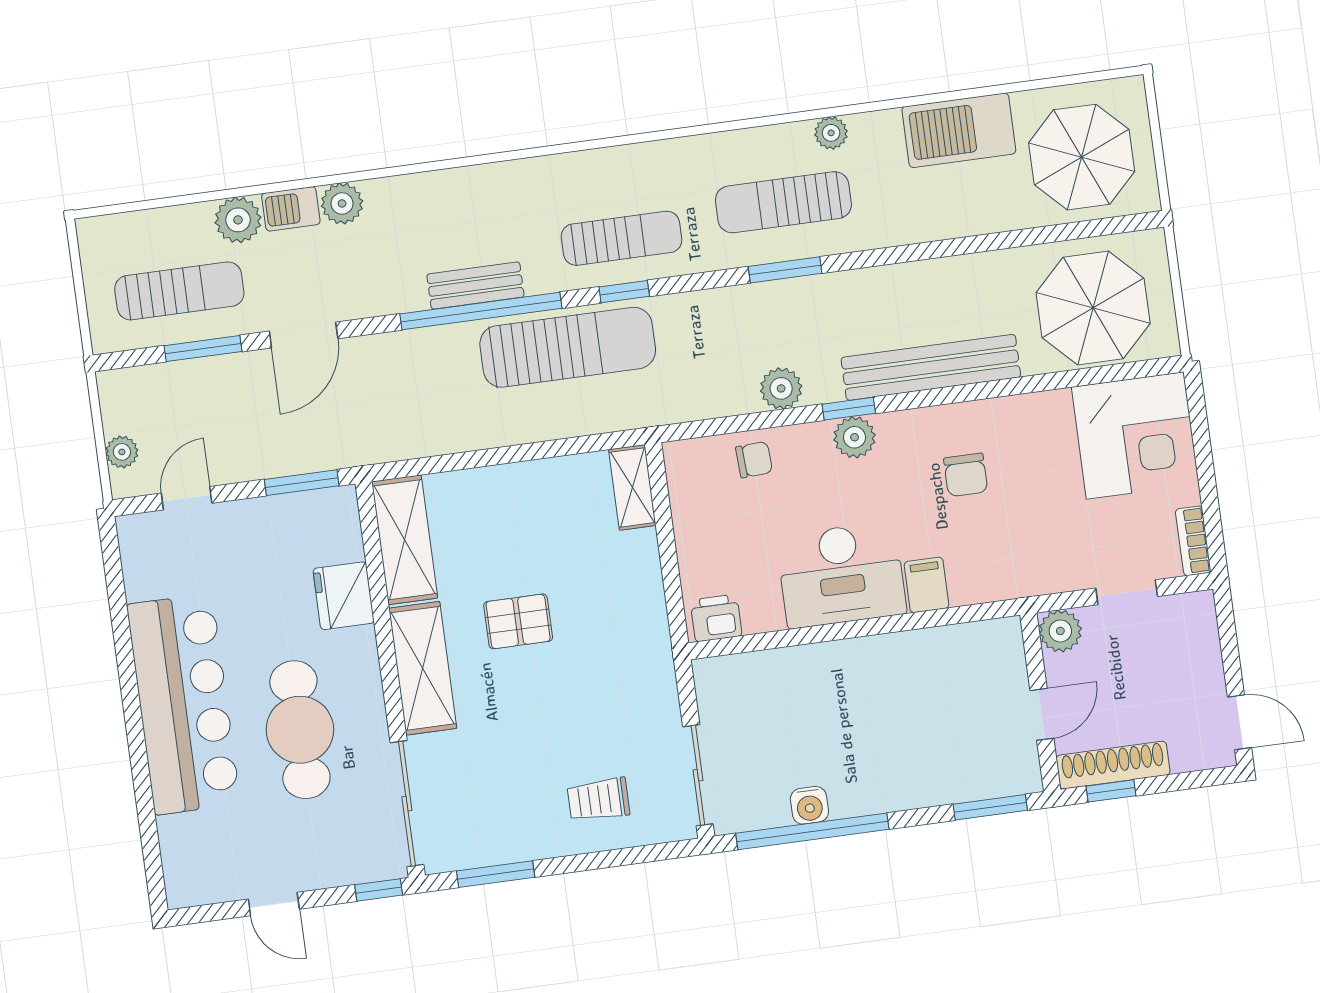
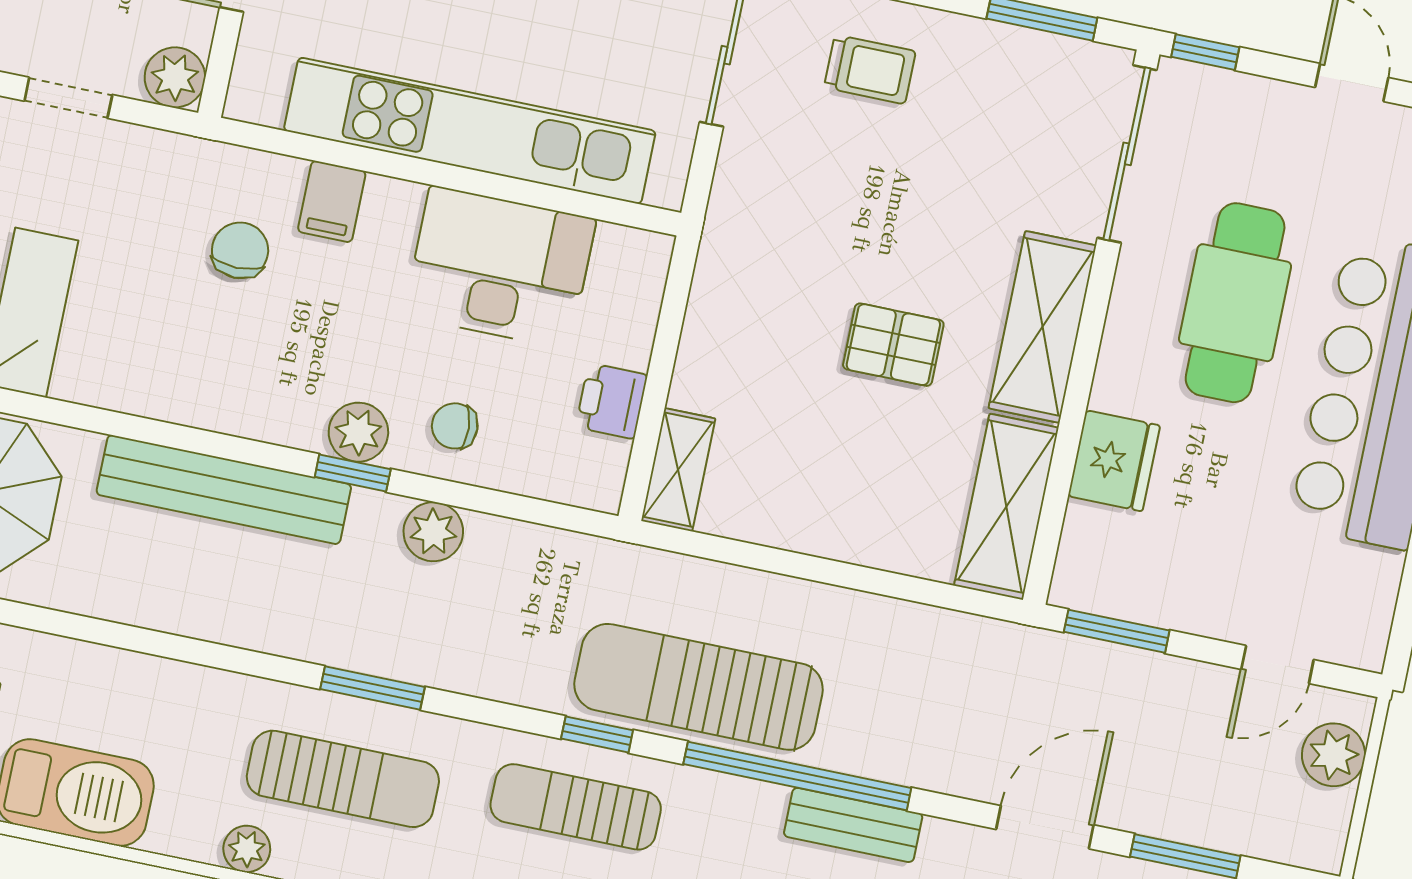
bench: (475, 286) -> (853, 825), moved
plant: (122, 452) -> (1334, 755), width x1.38, depth x1.38
chair: (754, 460) -> (455, 426), moved
chair: (966, 475) -> (240, 250), moved
desk: (841, 575) -> (500, 267), moved
printer: (716, 618) -> (612, 401), moved, turned 90
kitchen unit: (851, 665) -> (470, 131), added

